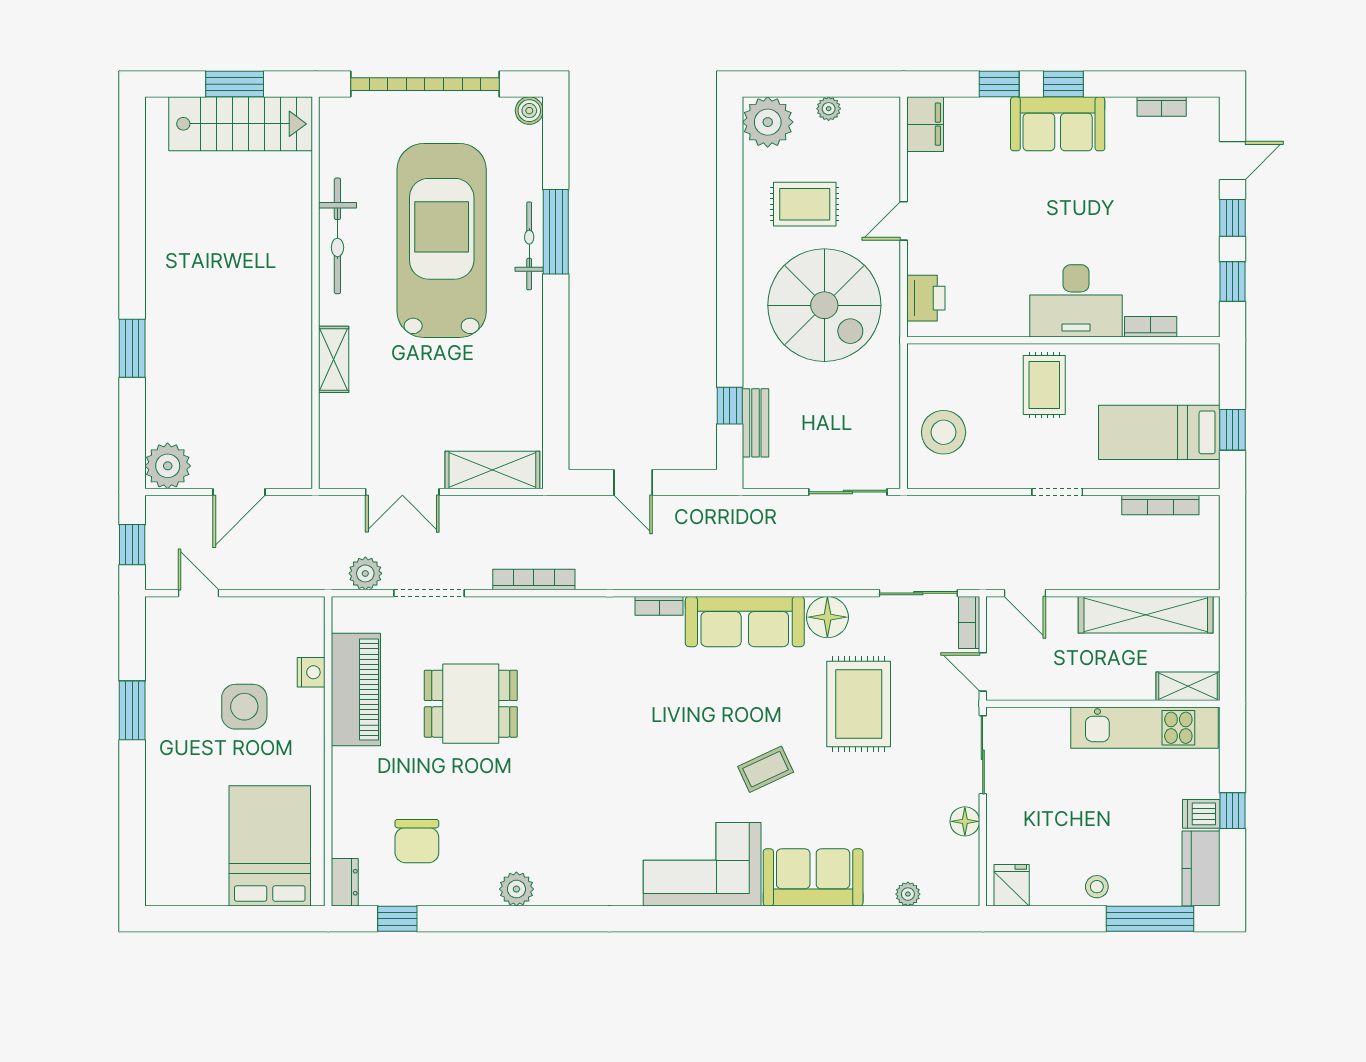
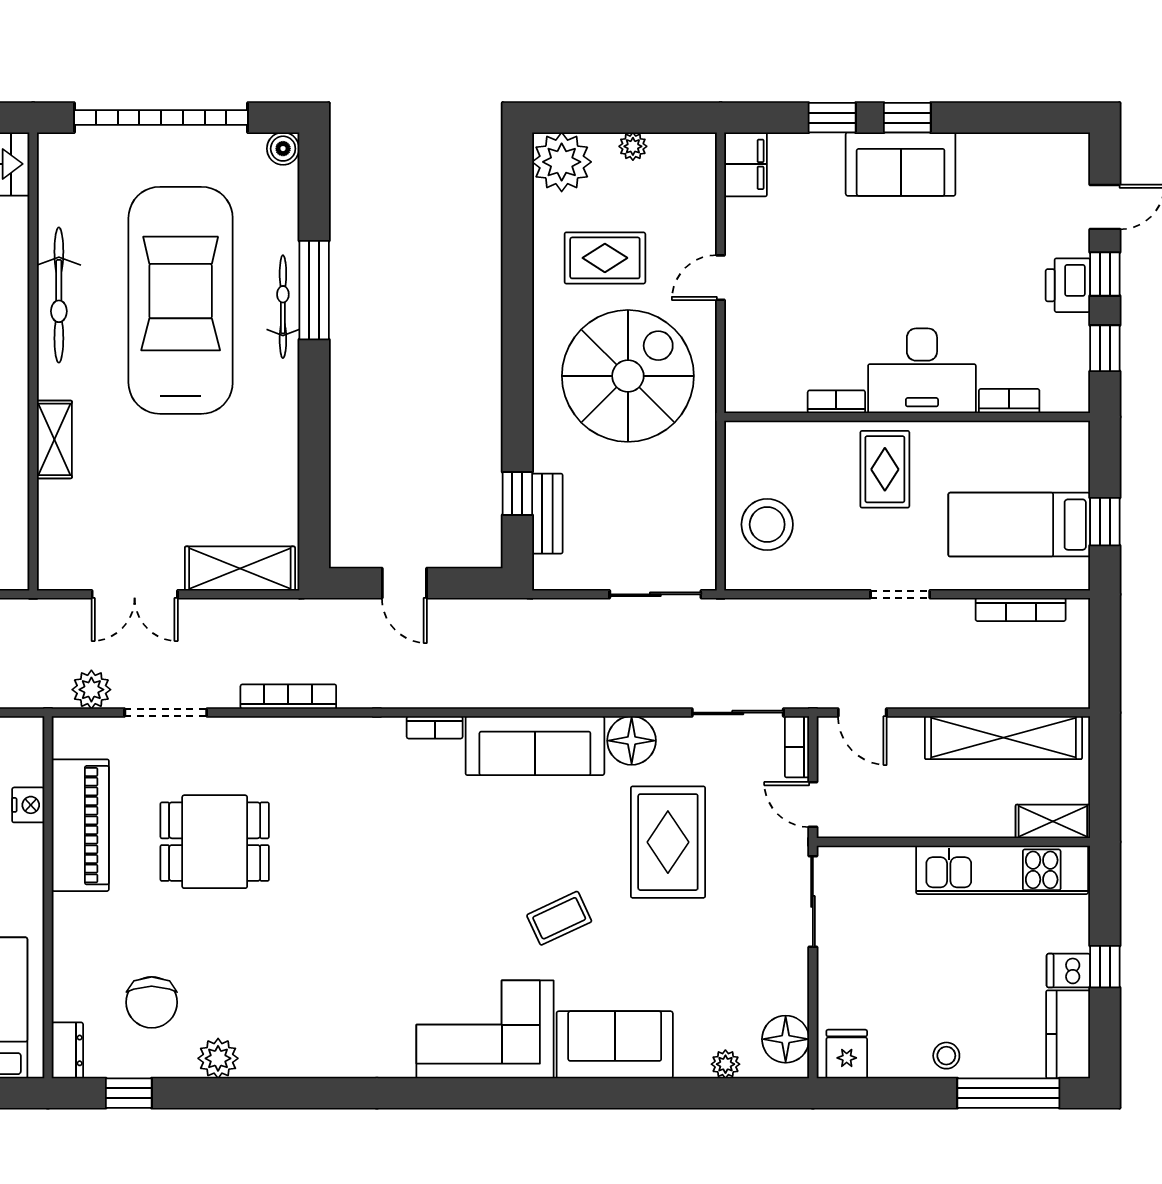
bookcase: (1162, 107) -> (836, 402), moved, turned 180
printer: (926, 298) -> (1068, 285), moved, turned 180
spiral stairs: (824, 305) -> (628, 376), turned -90
floor lamp: (965, 821) -> (786, 1039), moved, width x1.38, depth x1.38
plant: (516, 889) -> (218, 1058), moved

